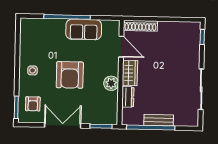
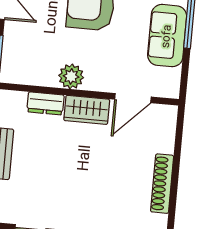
shoe rack: (140, 26) -> (162, 184), moved

